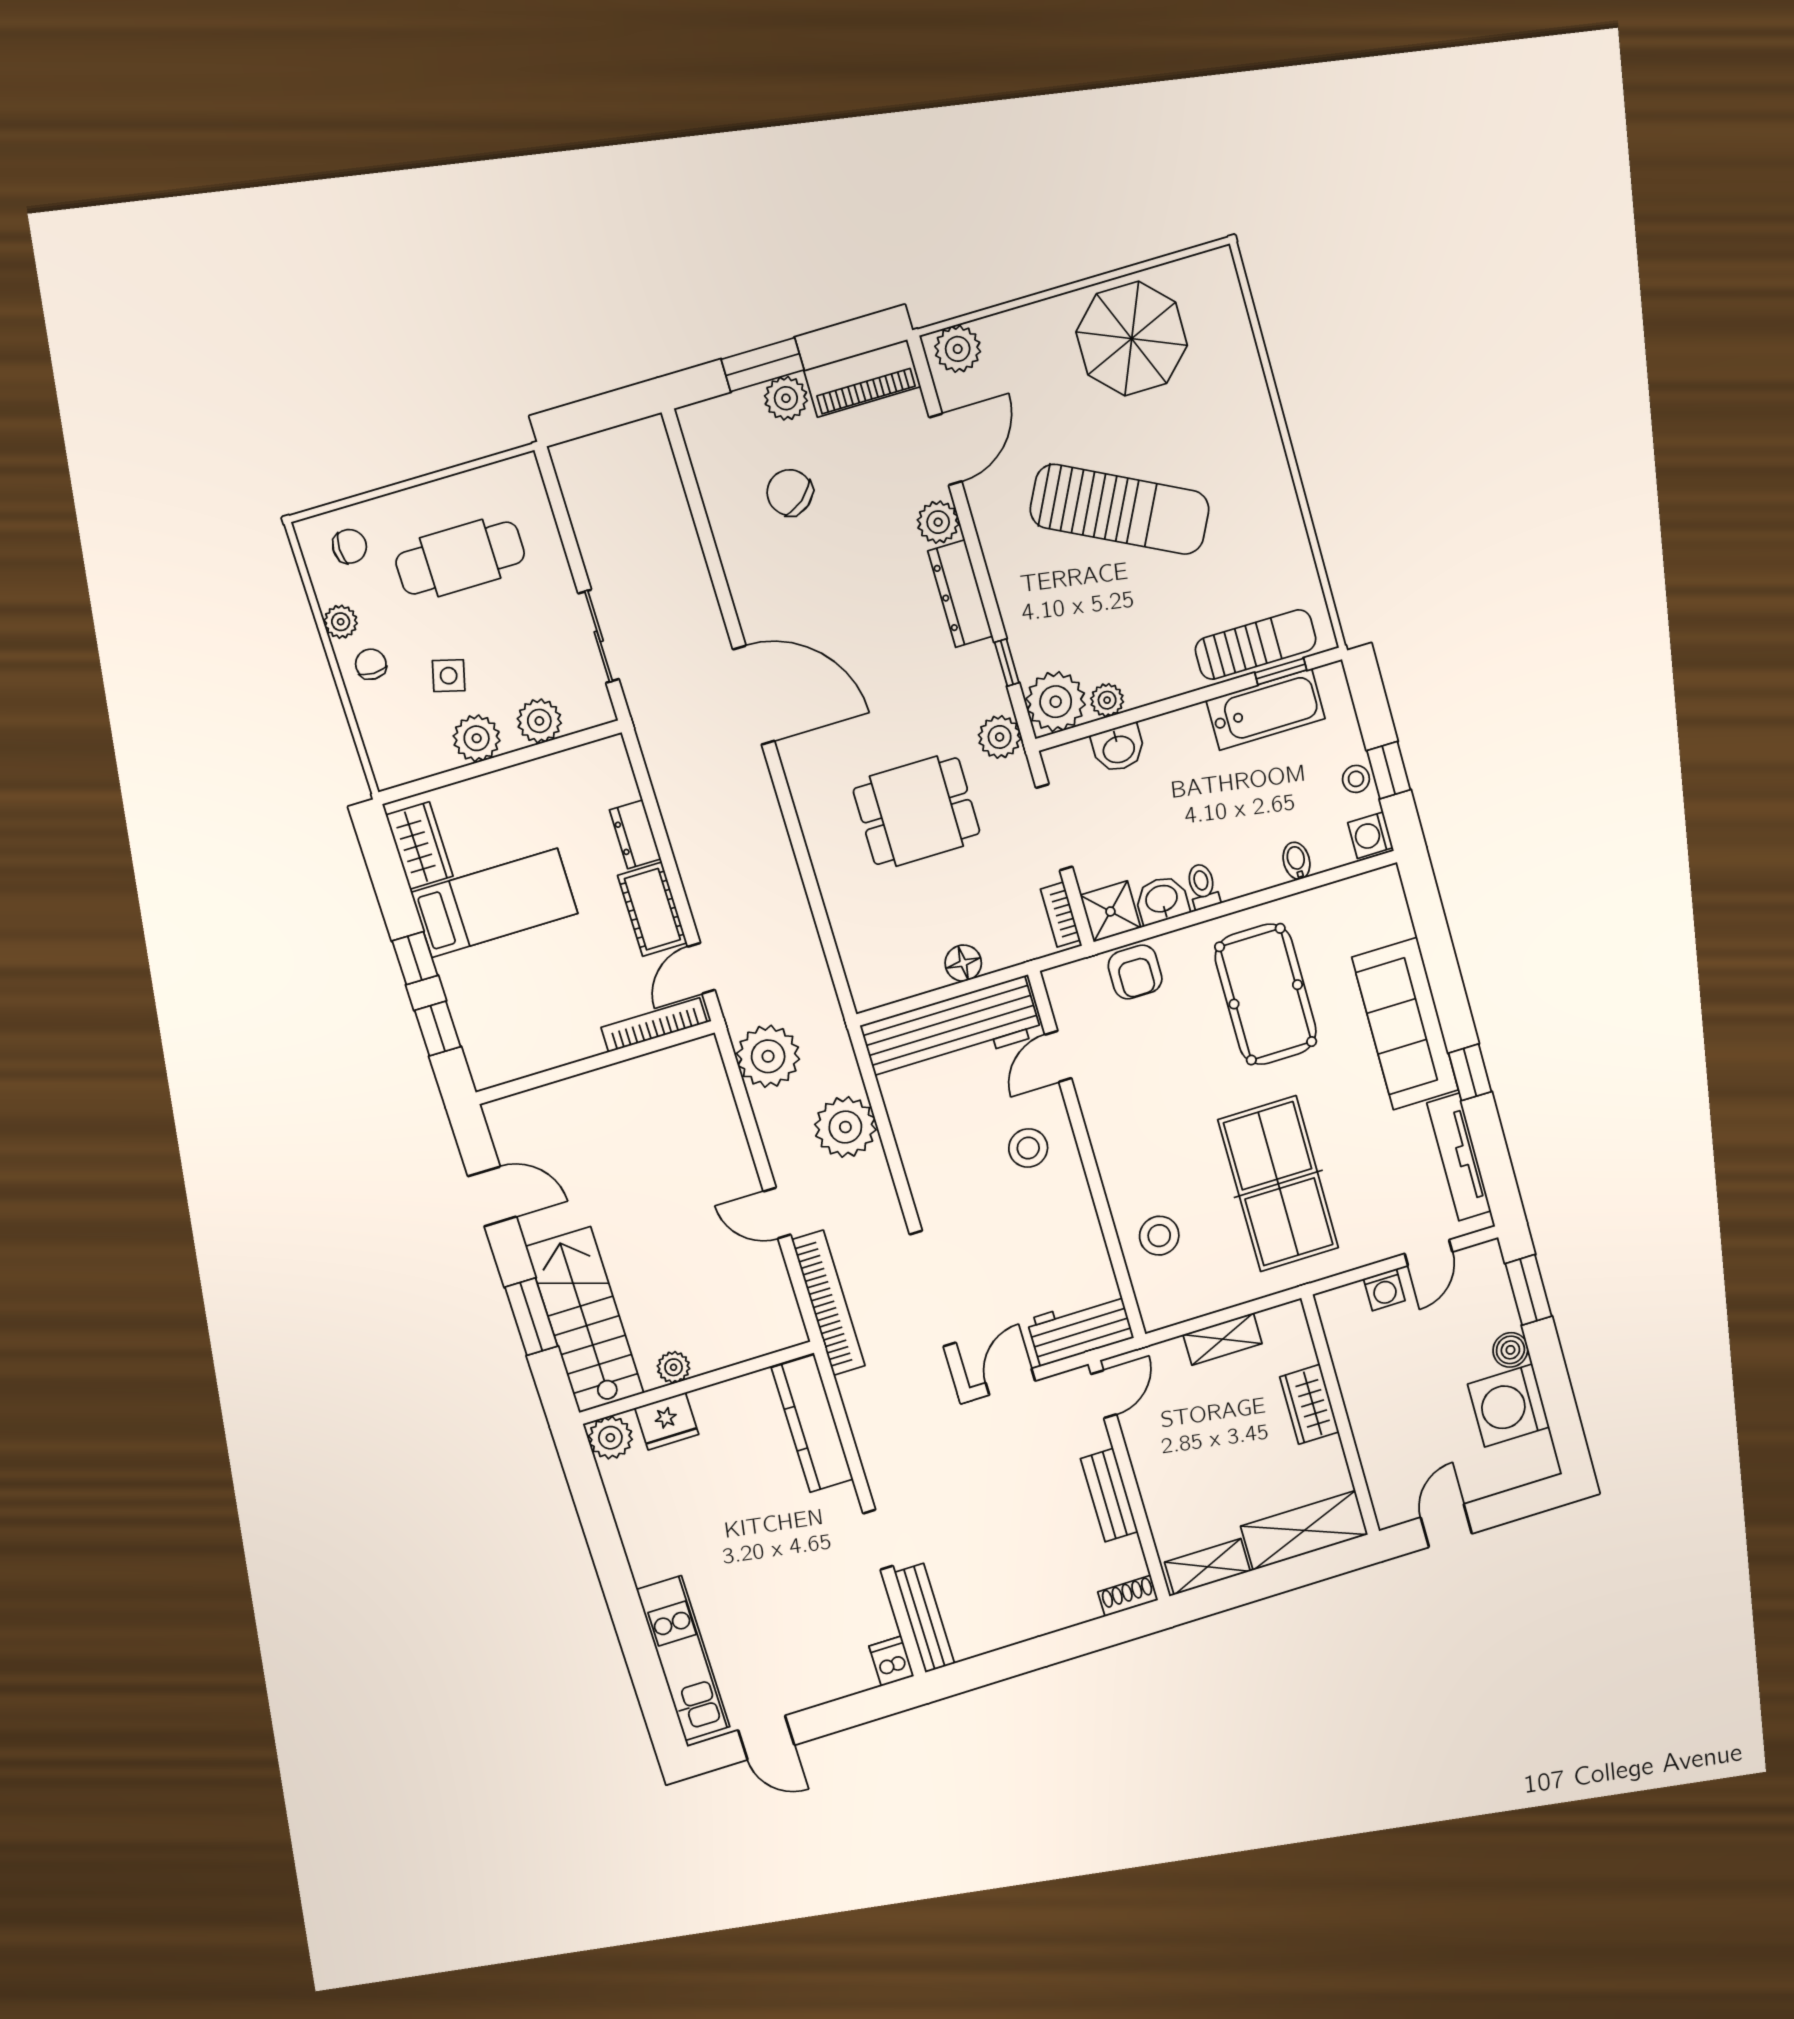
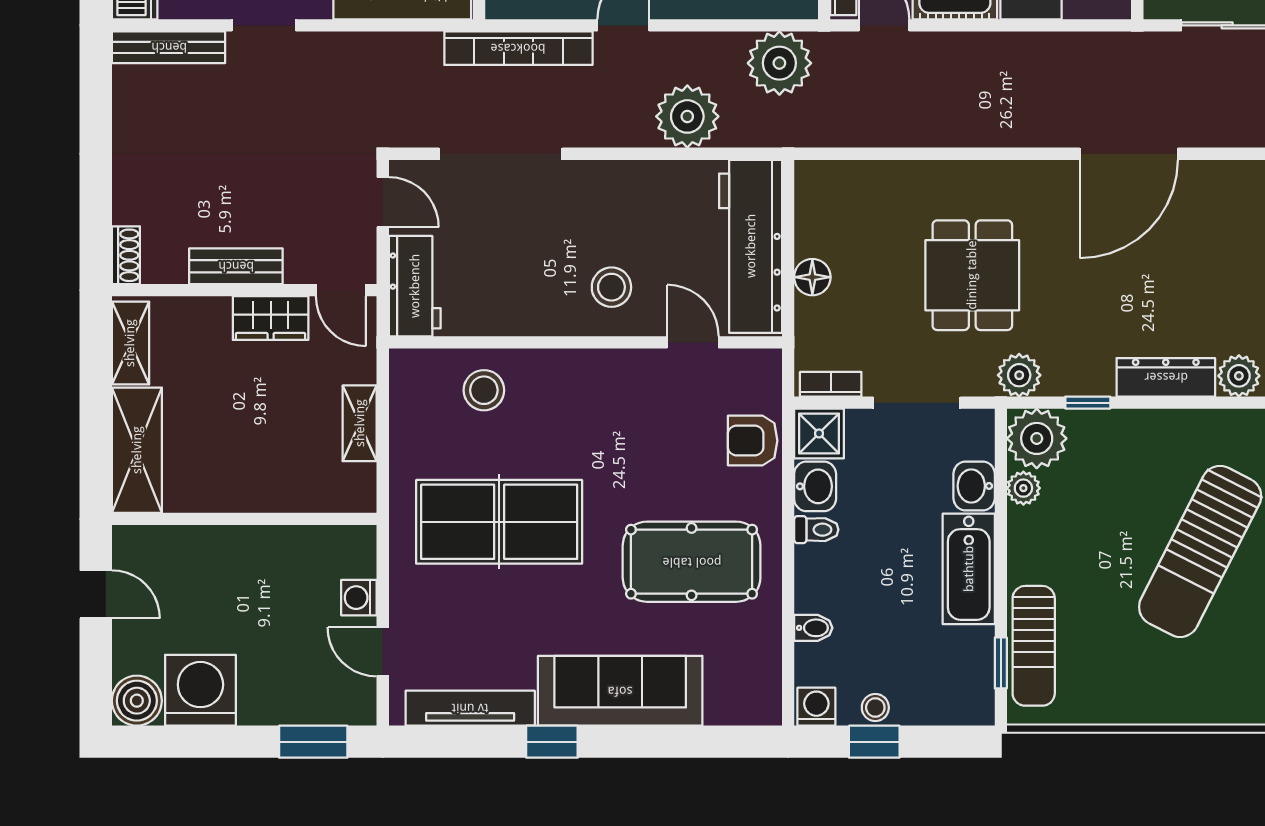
bathtub: (1266, 709) -> (969, 569), moved
boiler: (1510, 1350) -> (137, 701), moved, width x1.36, depth x1.36
wardrobe: (1309, 1404) -> (271, 318), moved, turned 180

